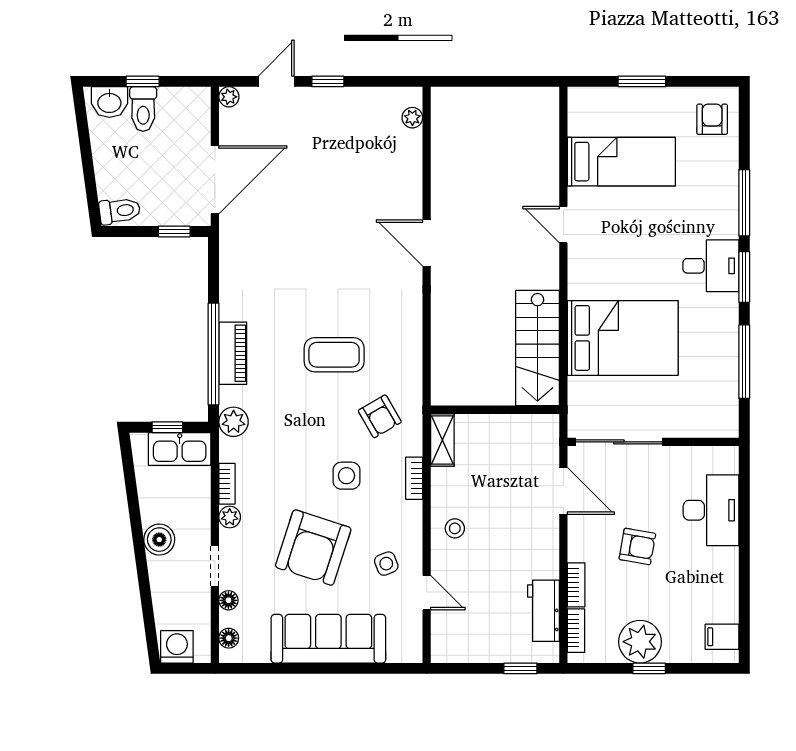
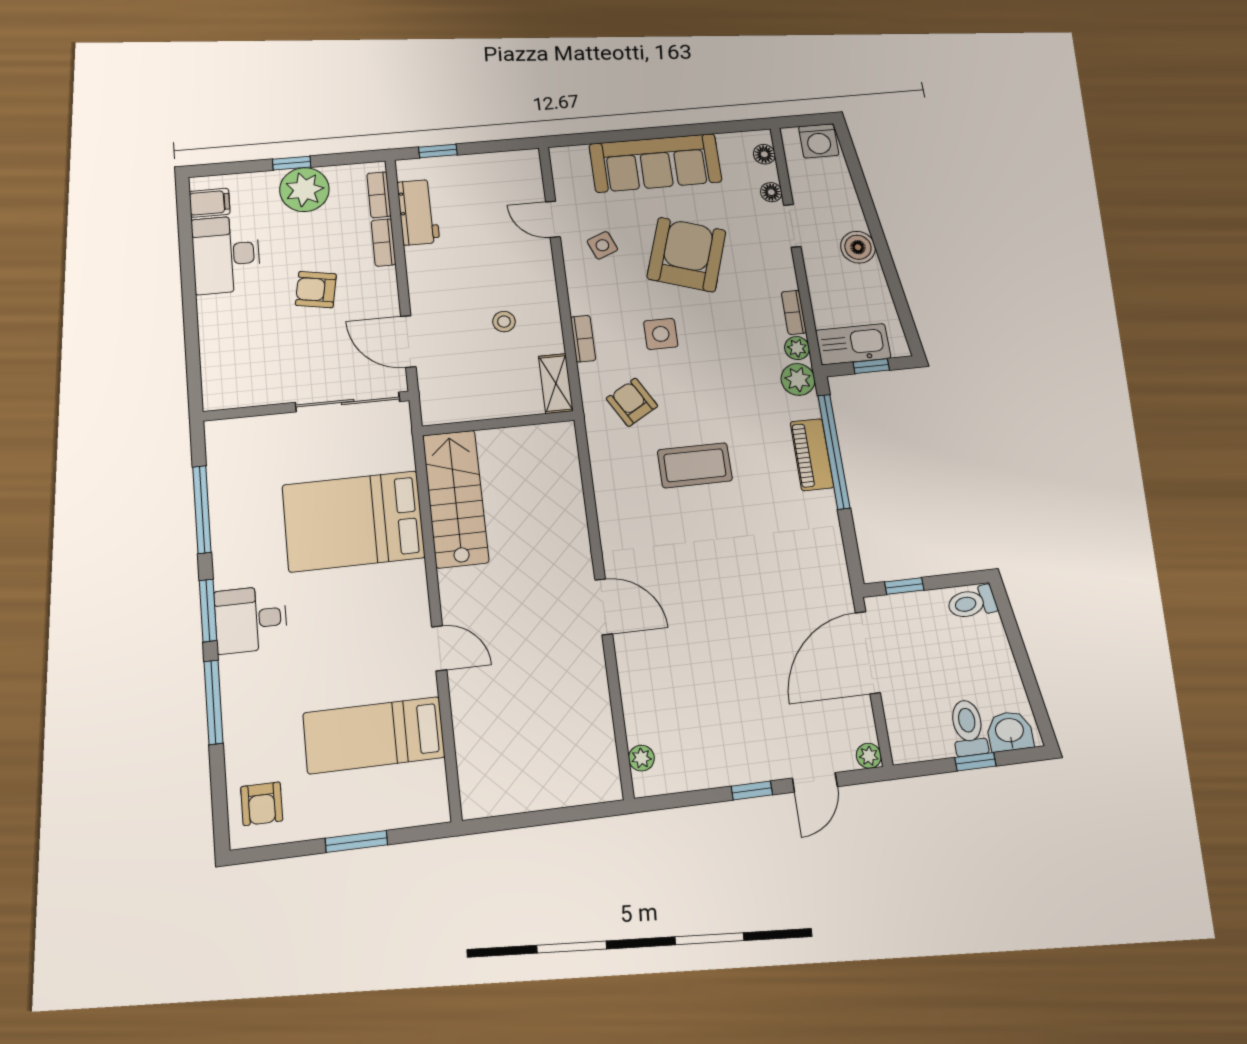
desk: (711, 510) -> (226, 254), moved
plant: (230, 517) -> (797, 348), moved
stool: (455, 528) -> (504, 322), moved

